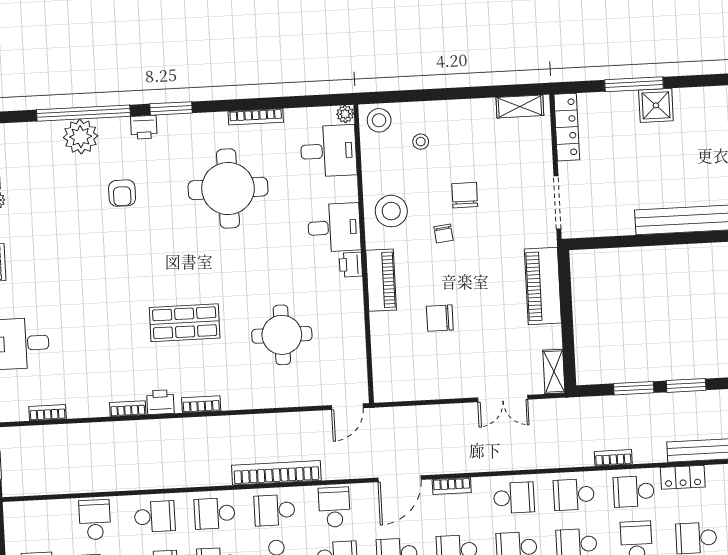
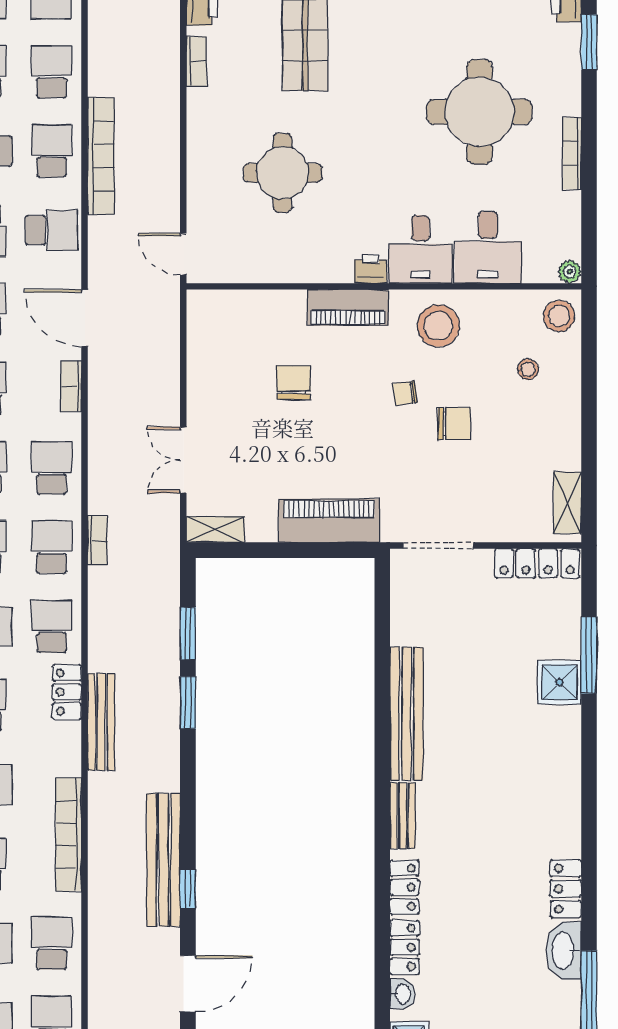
desk: (329, 151) -> (488, 247), moved
bookcase: (613, 458) -> (97, 540), moved
school desk: (514, 498) -> (52, 468), turned 180

